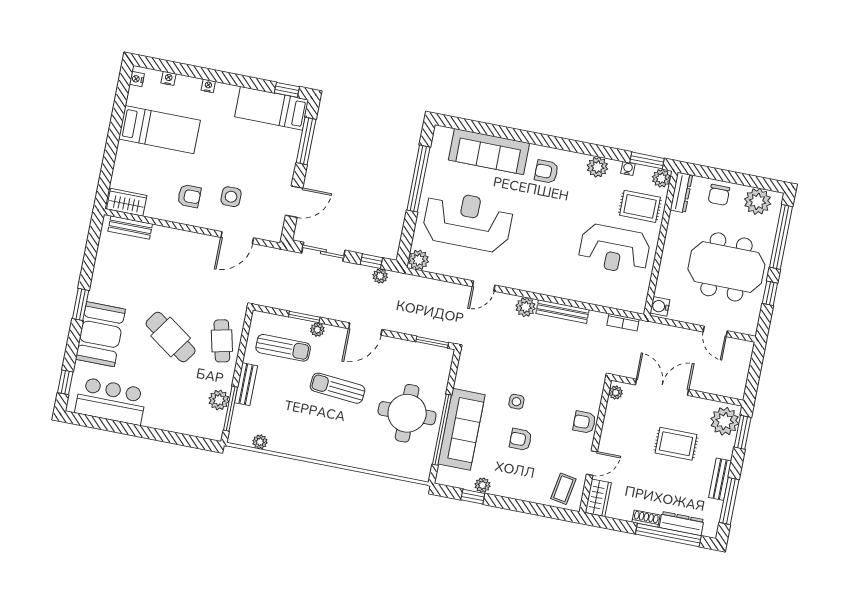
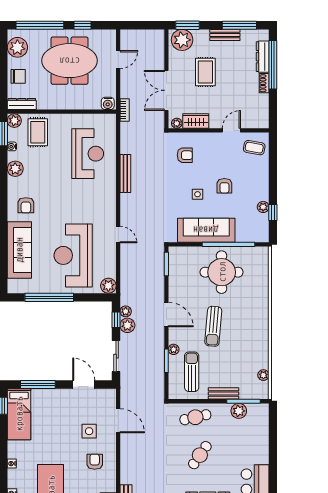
reception desk: (614, 249) -> (88, 154), moved
meeting table: (726, 267) -> (70, 61), turned 90
plant: (526, 307) -> (127, 325), moved
bookcase: (623, 322) -> (125, 110), moved
cafe table: (171, 337) -> (200, 455), width x0.73, depth x0.74
armchair: (584, 422) -> (185, 155), moved, turned -90
sofa: (462, 429) -> (206, 230), moved
door: (592, 463) -> (231, 130), hinge flipped
wardrobe: (598, 498) -> (196, 121), moved

